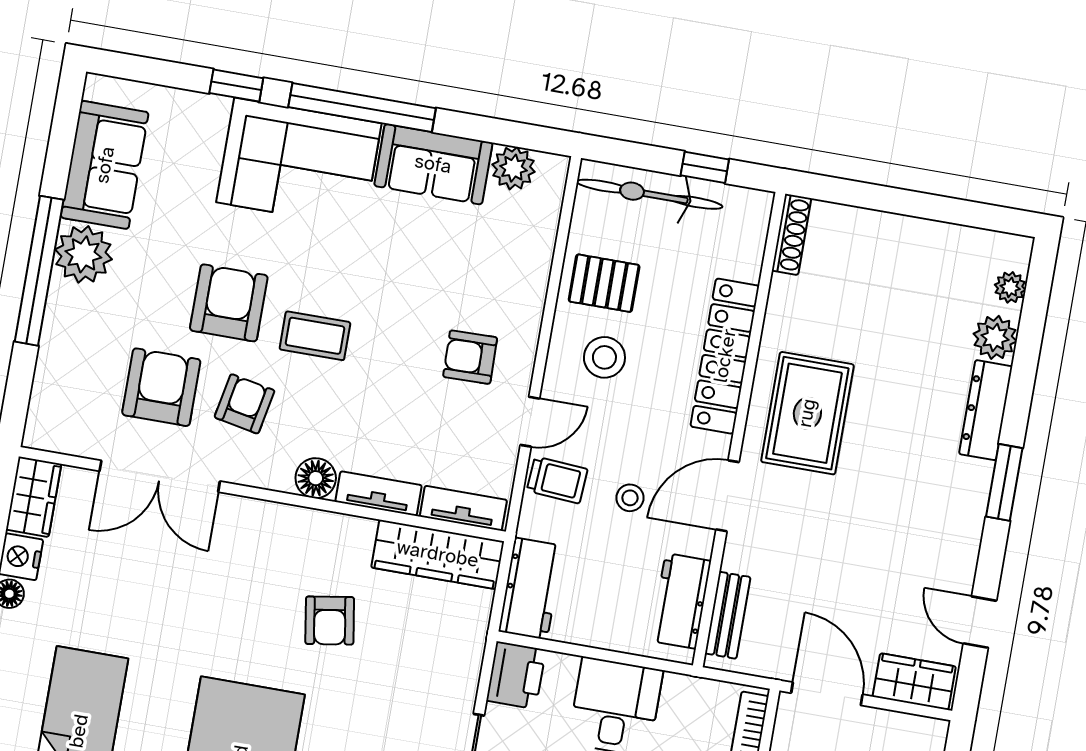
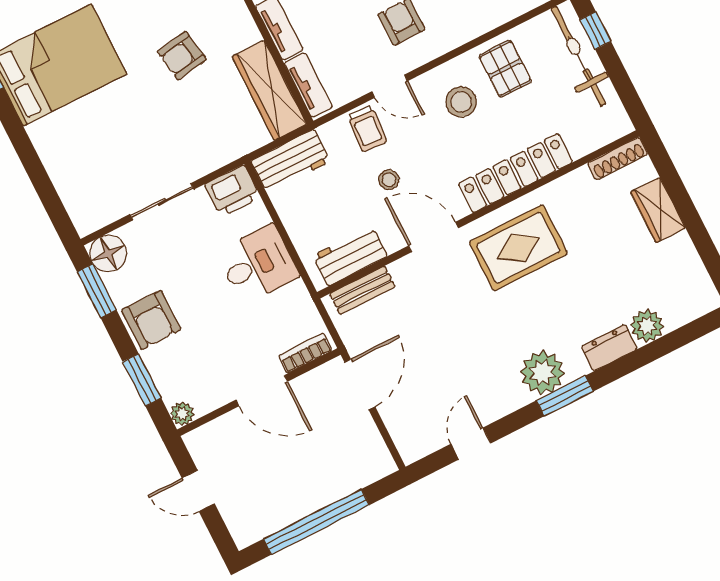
window: (705, 167) -> (595, 30), moved
plant: (1010, 287) -> (542, 373), moved, width x1.87, depth x1.87
dresser: (986, 410) -> (609, 348), width x0.70
wardrobe: (914, 682) -> (658, 210), moved, turned 180

